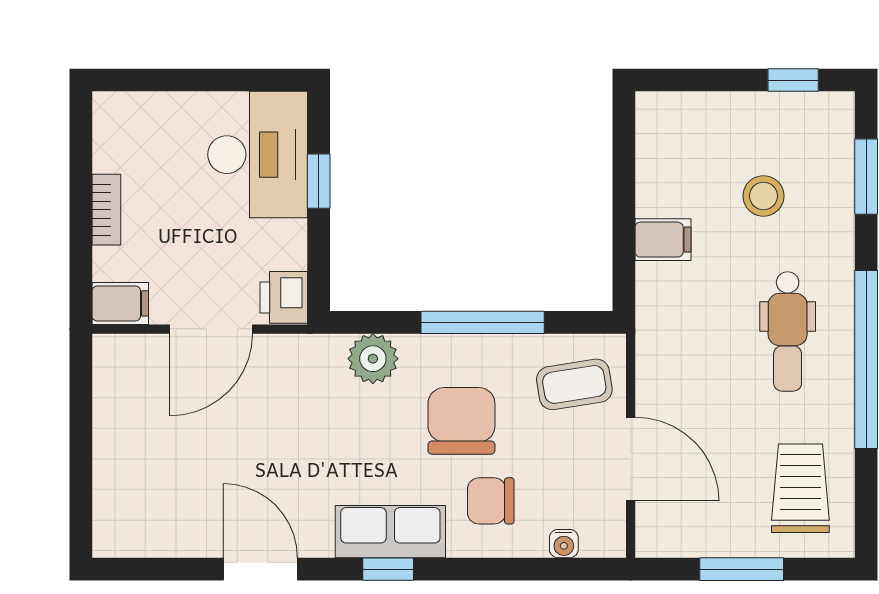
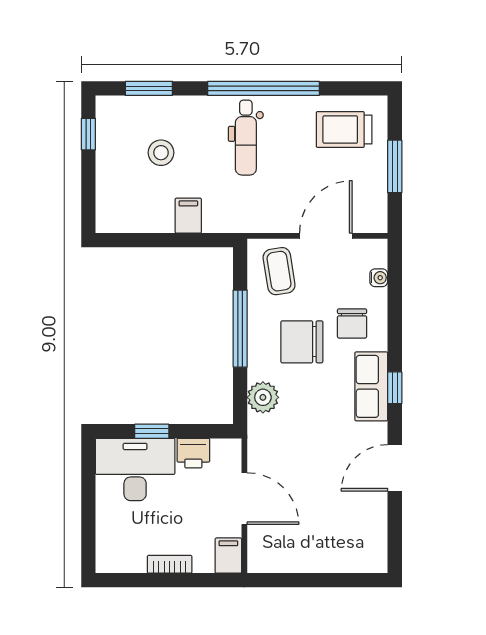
printer: (284, 297) -> (193, 453), moved
dental chair: (788, 331) -> (246, 138), turned 90

